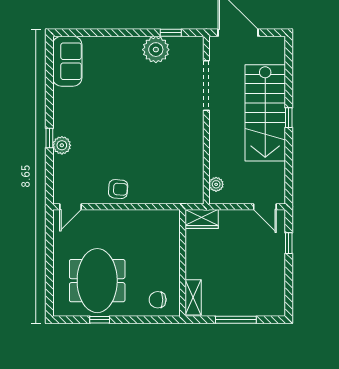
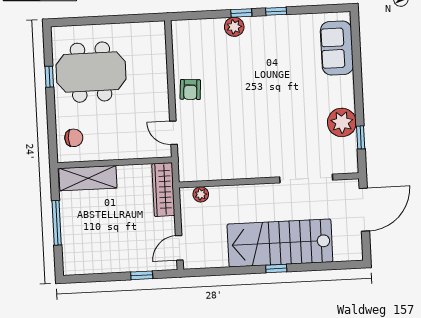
sofa: (67, 61) -> (337, 48), moved, turned 90
window: (49, 106) -> (276, 11), added
door: (71, 207) -> (173, 133), moved
wardrobe: (202, 219) -> (163, 190), width x1.50
shelving: (193, 297) -> (88, 178), width x1.50, depth x1.33
chair: (158, 300) -> (74, 138), turned 90

